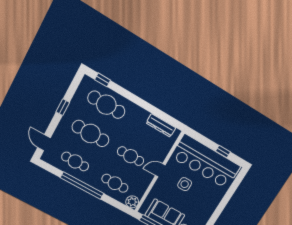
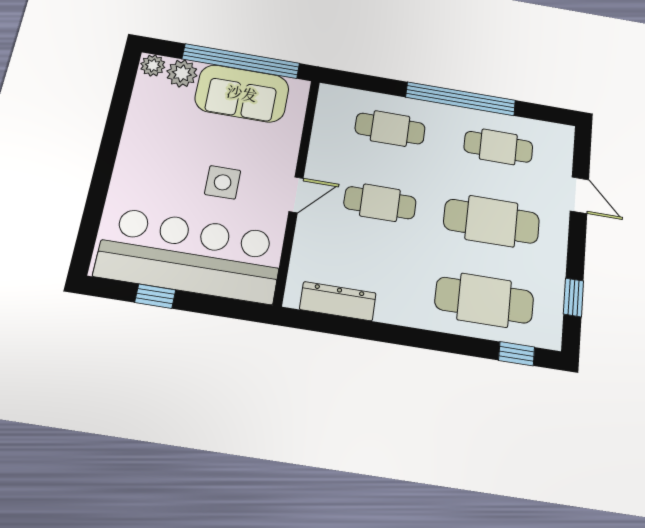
window: (63, 107) -> (573, 297), moved
door: (44, 143) -> (579, 195), moved
plant: (132, 202) -> (333, 99), removed

